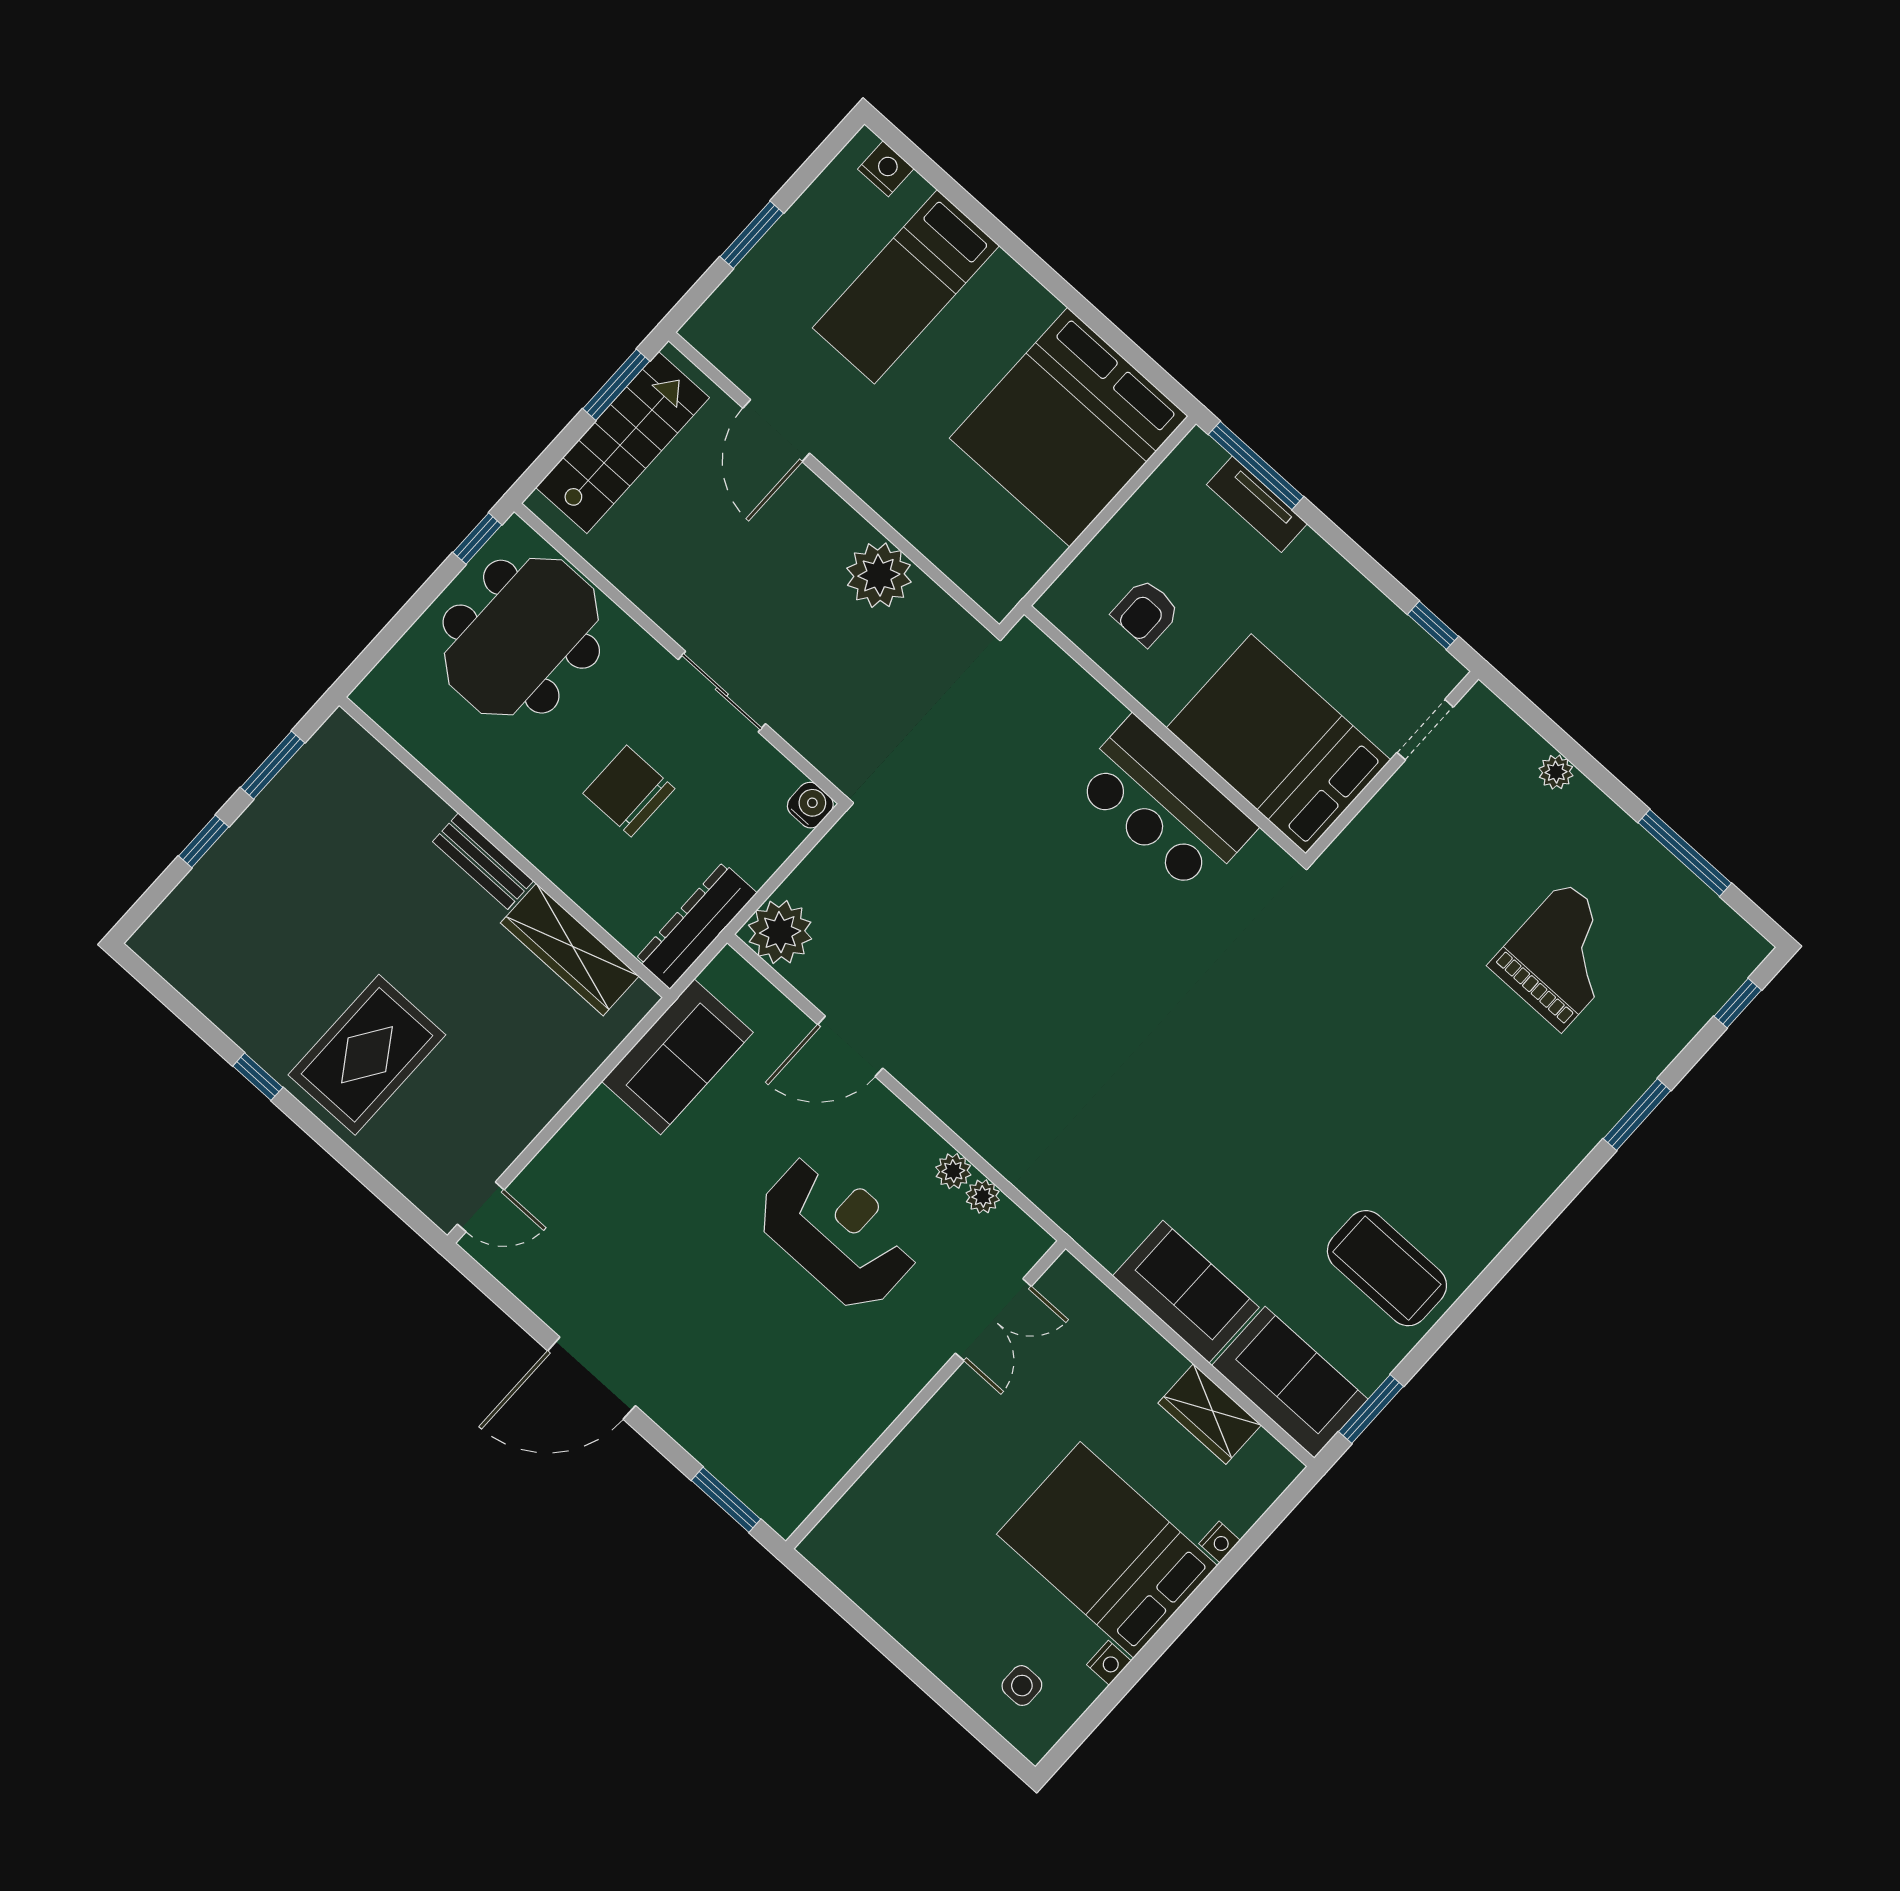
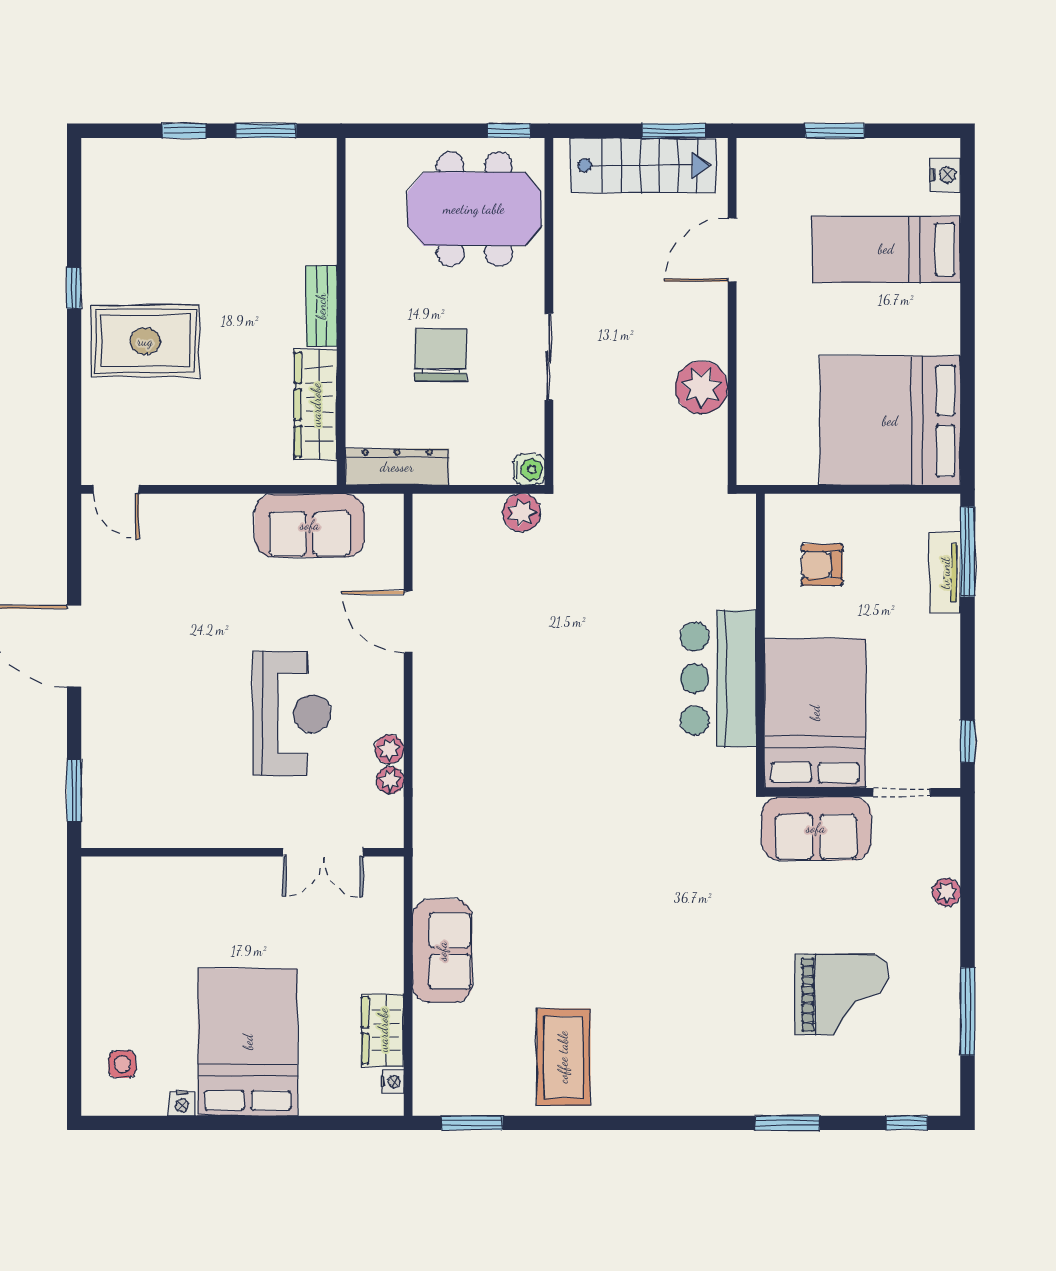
plant: (780, 932) -> (522, 513), moved, width x0.73, depth x0.73
sofa: (1290, 1382) -> (816, 828), moved, turned 90
nightstand: (1219, 1542) -> (392, 1082), moved, turned -90

